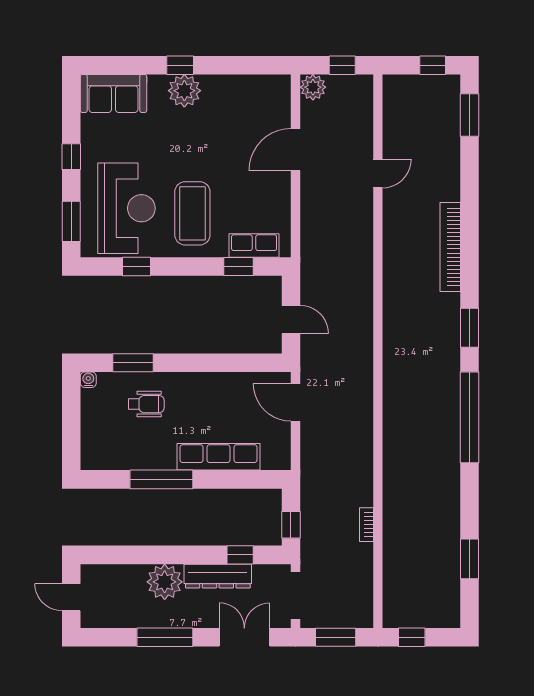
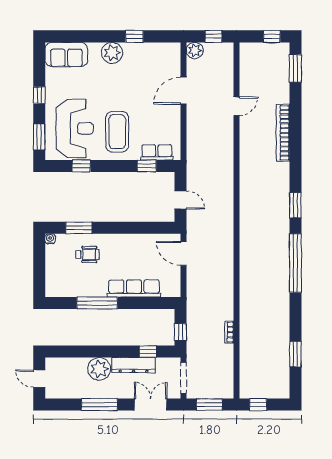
window: (180, 65) -> (134, 36), moved
bookcase: (450, 247) -> (283, 133), moved

